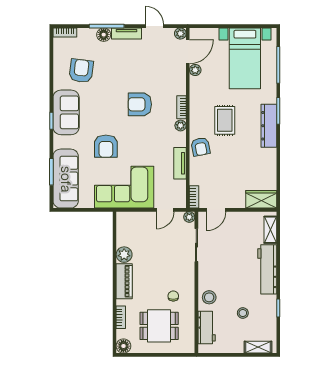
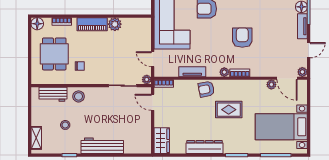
dresser: (269, 126) -> (205, 147), moved
shelving: (270, 230) -> (136, 148), removed

